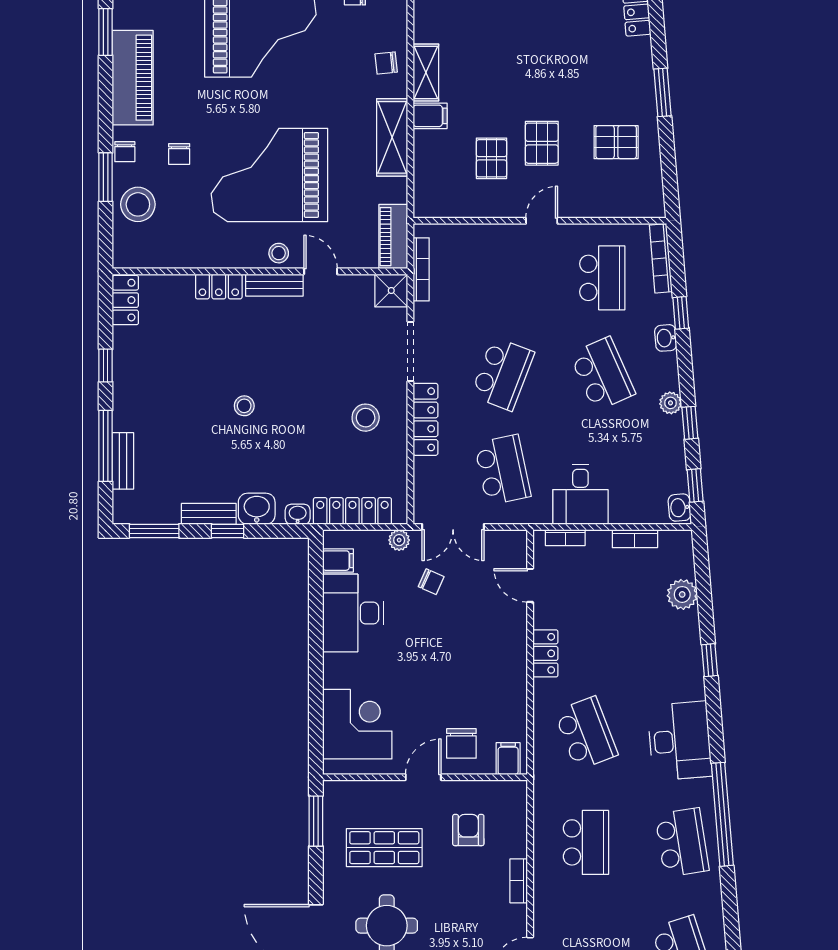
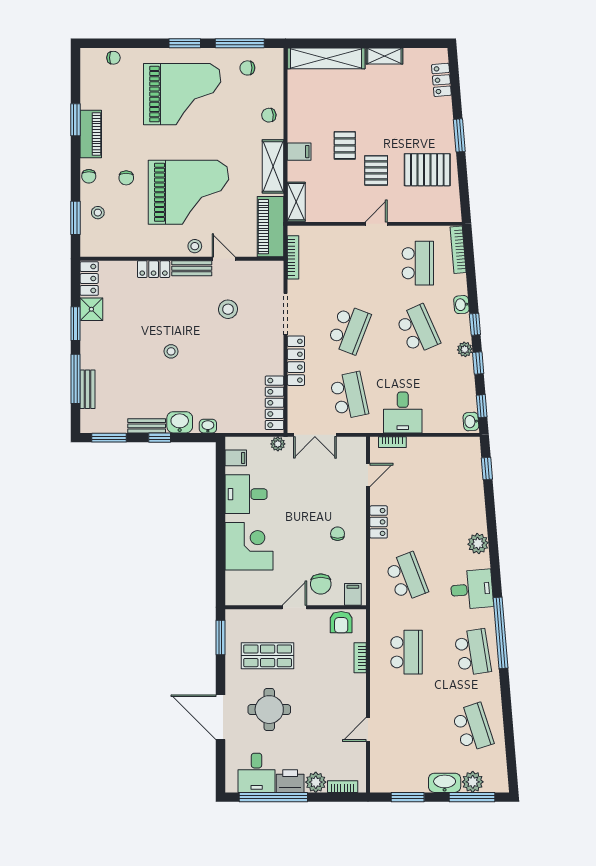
window: (106, 32) -> (76, 120), moved
shelving: (426, 72) -> (296, 202), moved
piano: (133, 78) -> (91, 134), width x0.73, depth x0.75
pallet: (616, 142) -> (427, 170), width x1.50, depth x1.42
pallet: (491, 158) -> (345, 145), moved
grand piano: (269, 175) -> (188, 192), turned 180
window: (106, 177) -> (76, 218), moved
stool: (138, 204) -> (98, 213), width x0.53, depth x0.53
piano: (393, 237) -> (271, 227), width x1.37, depth x1.33
shower: (391, 290) -> (91, 309), moved
window: (681, 313) -> (475, 324), moved
window: (106, 366) -> (76, 324), width x1.50
stool: (366, 418) -> (228, 309), moved
locker: (352, 511) -> (275, 403), moved, turned -90
bookcase: (635, 539) -> (440, 443), removed
chair: (431, 582) -> (338, 534), moved, turned -114
door: (530, 585) -> (368, 475), swing flipped
plant: (682, 594) -> (478, 544), moved
desk: (353, 613) -> (246, 494), width x0.73
window: (710, 660) -> (487, 469), moved
corner desk: (357, 724) -> (249, 546), moved
desk: (680, 741) -> (472, 589), width x0.73
armchair: (468, 830) -> (341, 622), moved, turned 180
bookcase: (519, 881) -> (360, 658), moved

